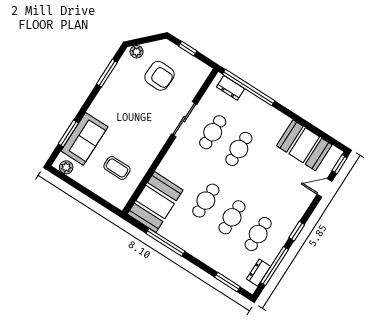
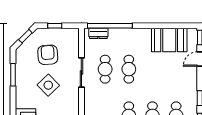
window: (148, 39) -> (25, 36), added
plant: (137, 52) -> (23, 49), removed
armchair: (160, 76) -> (48, 55), turned -96
side table: (139, 110) -> (48, 85), added

